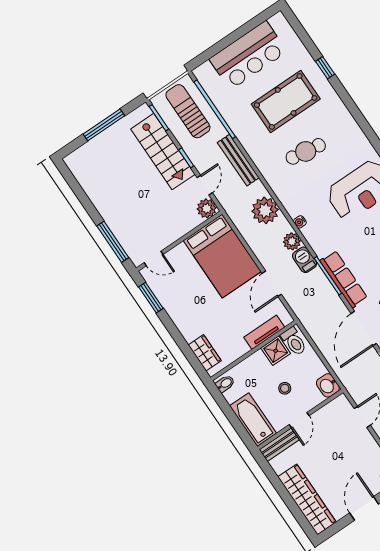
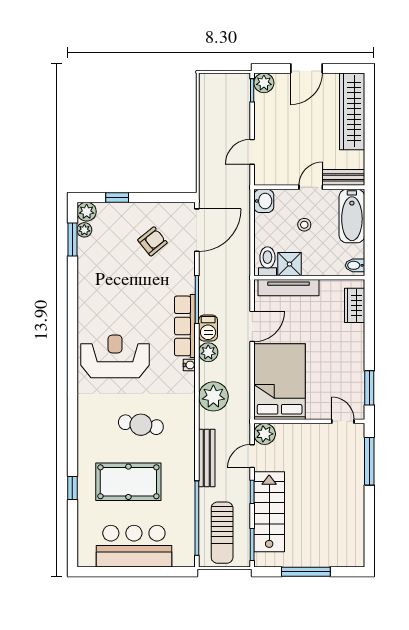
row of seats: (344, 279) -> (185, 326), moved
tv unit: (264, 332) -> (288, 288), width x1.41

